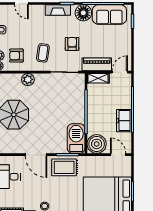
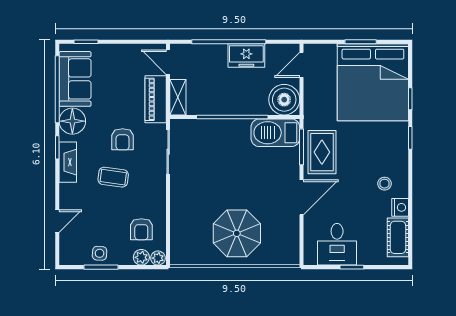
armchair: (72, 44) -> (123, 139), turned -90
coffee table: (43, 53) -> (113, 177), moved
plant: (28, 79) -> (180, 211), removed

